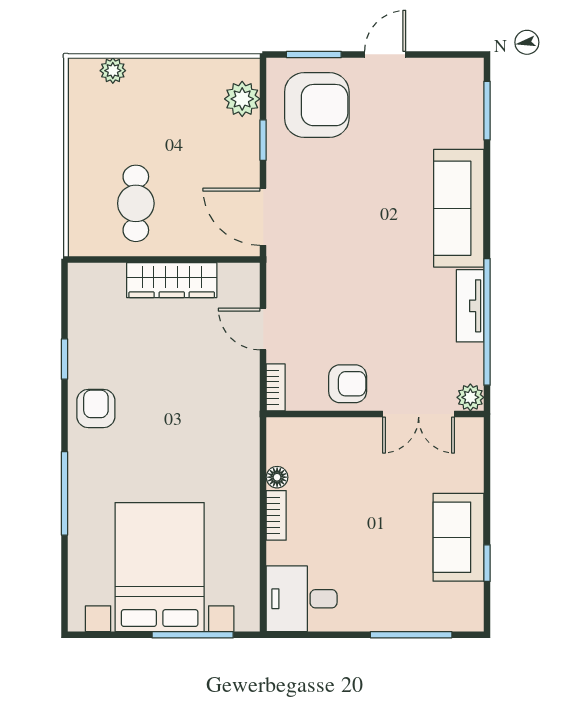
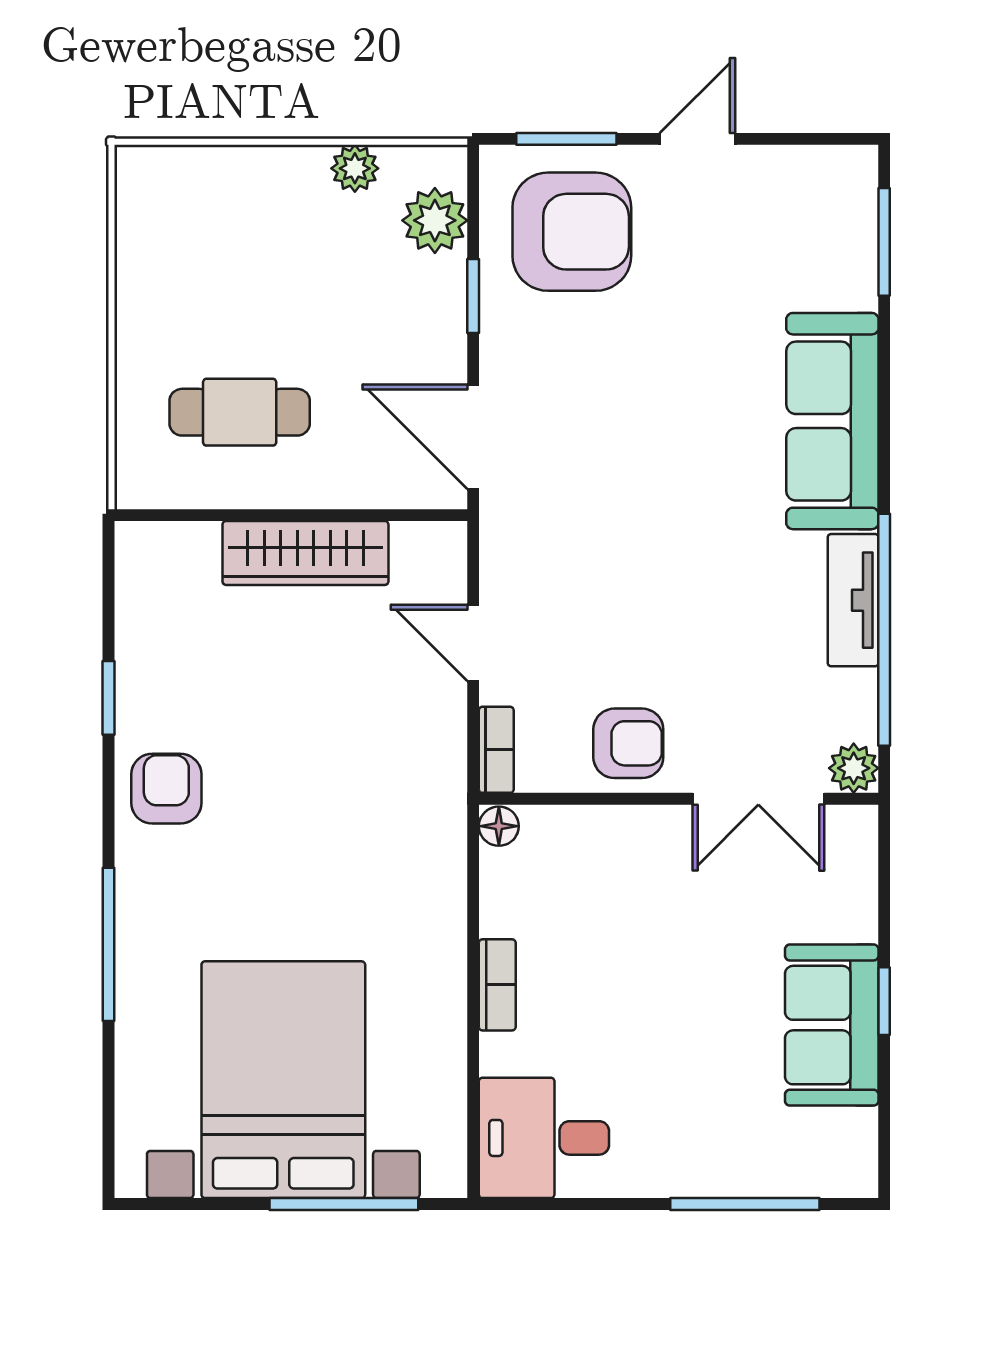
plant: (113, 71) -> (355, 168), moved
cafe table: (136, 203) -> (240, 412), turned 90
floor lamp: (277, 477) -> (499, 826), moved
window: (487, 563) -> (884, 1001), moved

